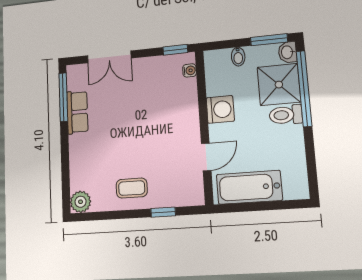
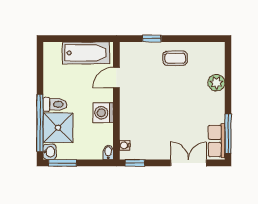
bidet: (238, 57) -> (108, 152), moved
row of seats: (77, 112) -> (217, 141), moved
plant: (81, 202) -> (216, 83), moved

